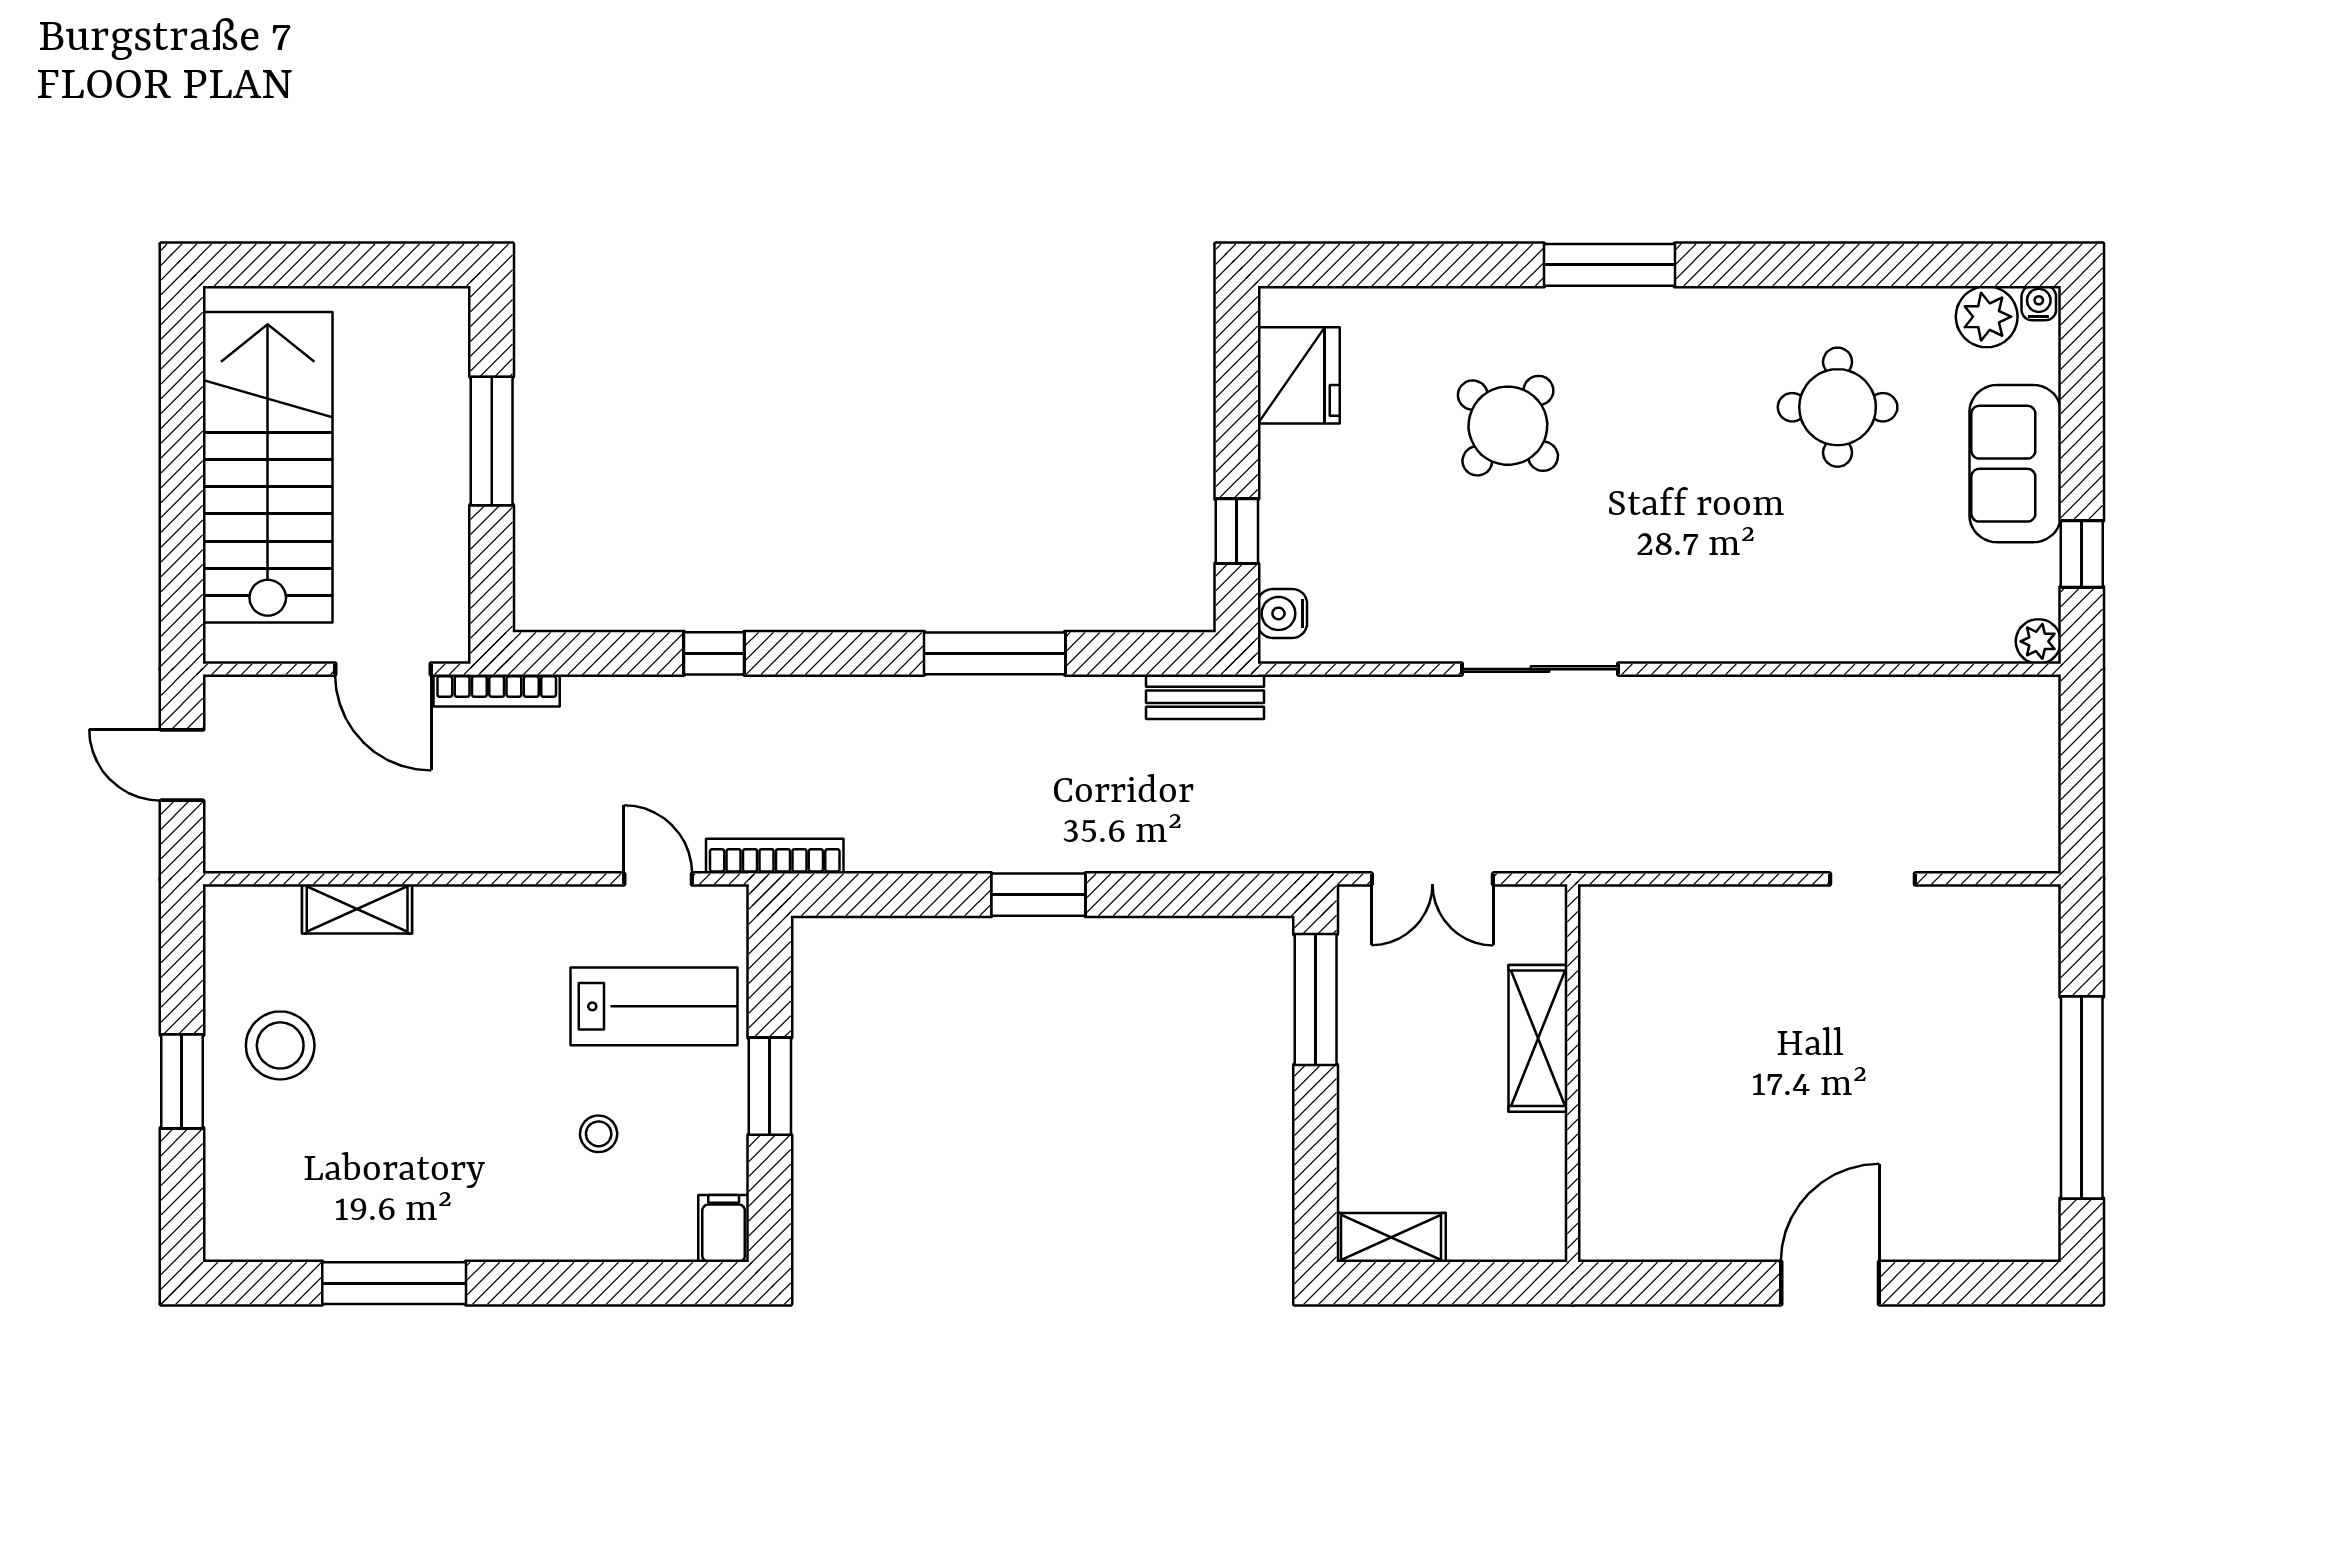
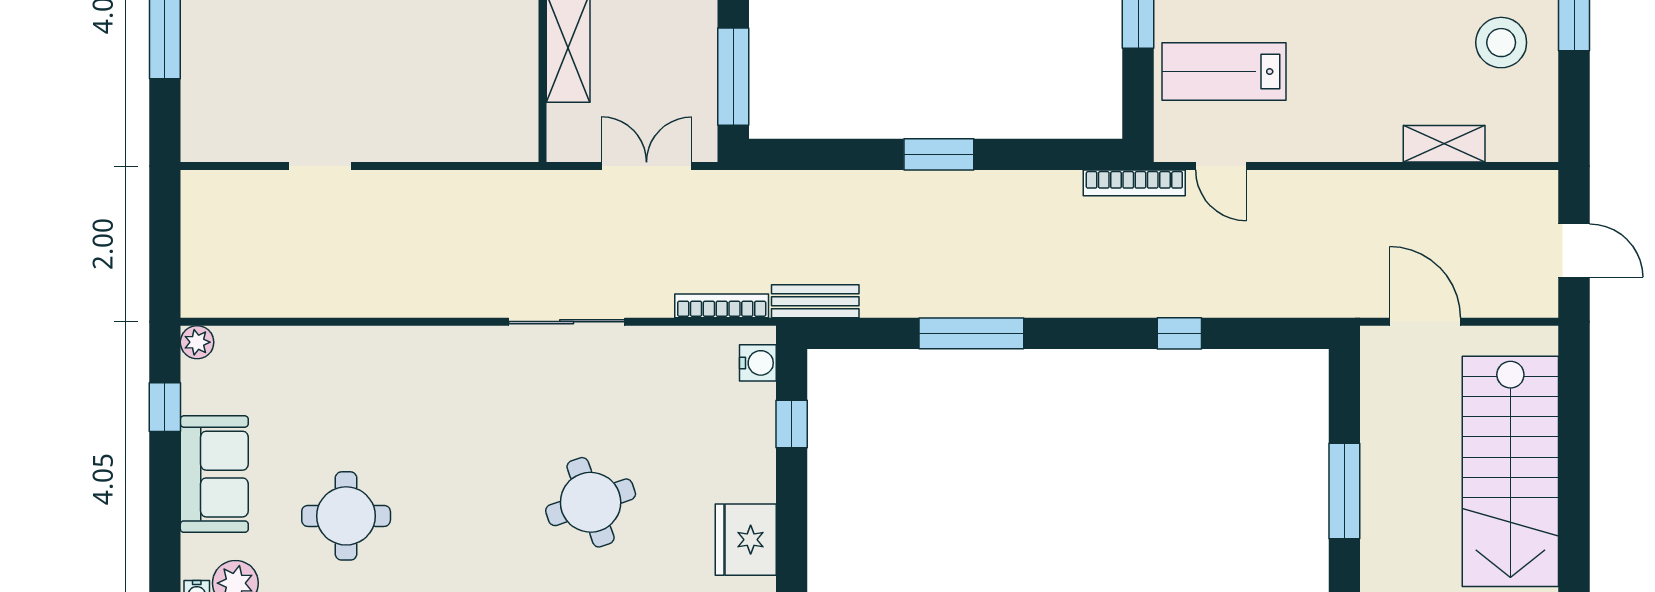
round table: (1508, 426) -> (591, 502), turned 30
bookcase: (497, 690) -> (722, 306), moved

